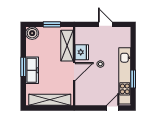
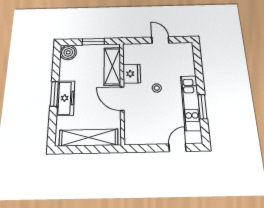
door: (74, 72) -> (122, 99), swing flipped
kitchen unit: (125, 76) -> (191, 103), width x0.73

